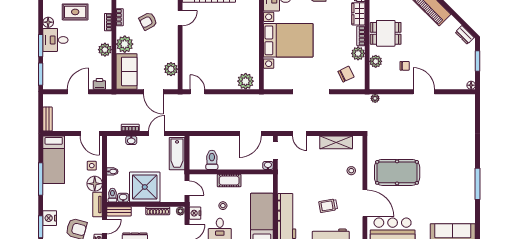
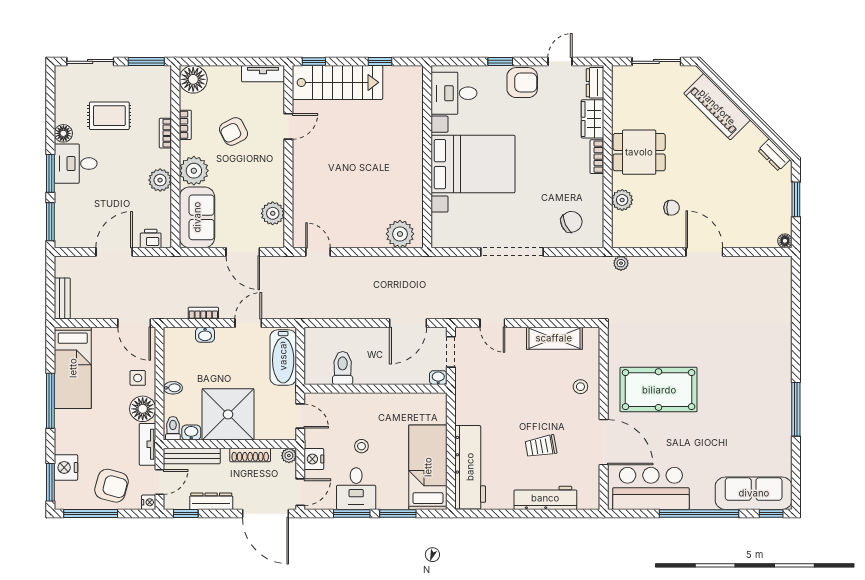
plant: (358, 53) -> (592, 187), removed
cot: (229, 181) -> (372, 403), removed
bench: (119, 211) -> (192, 456), width x1.36

